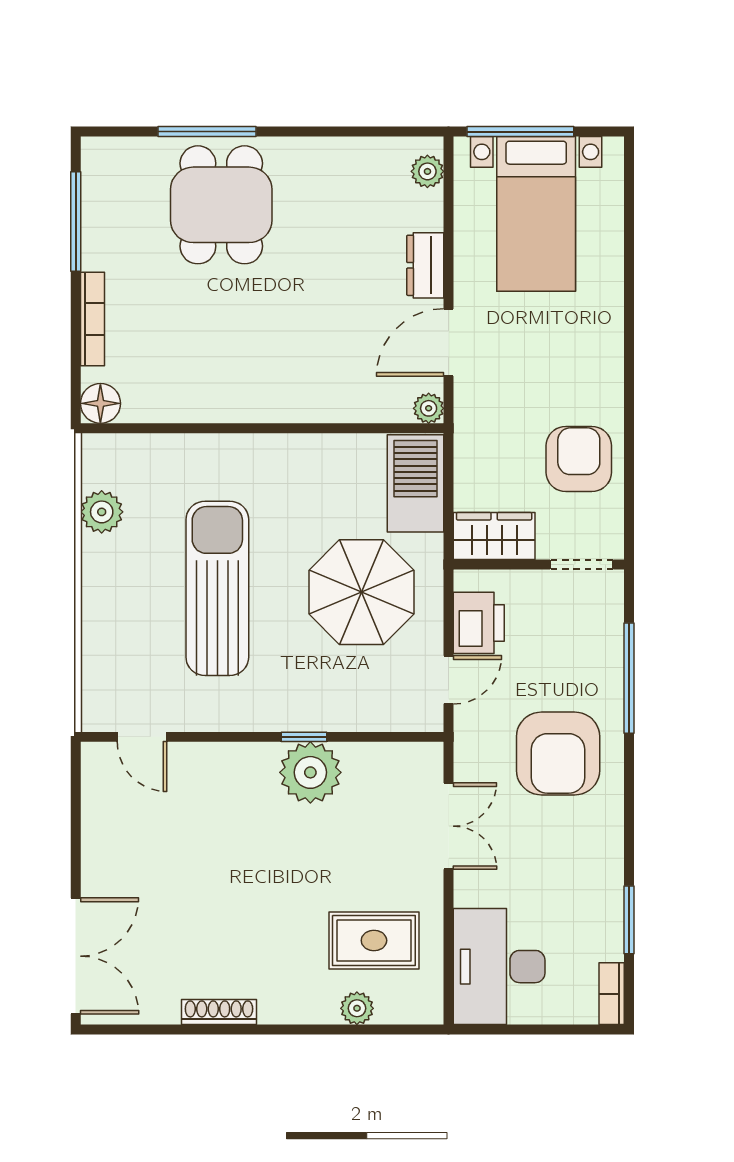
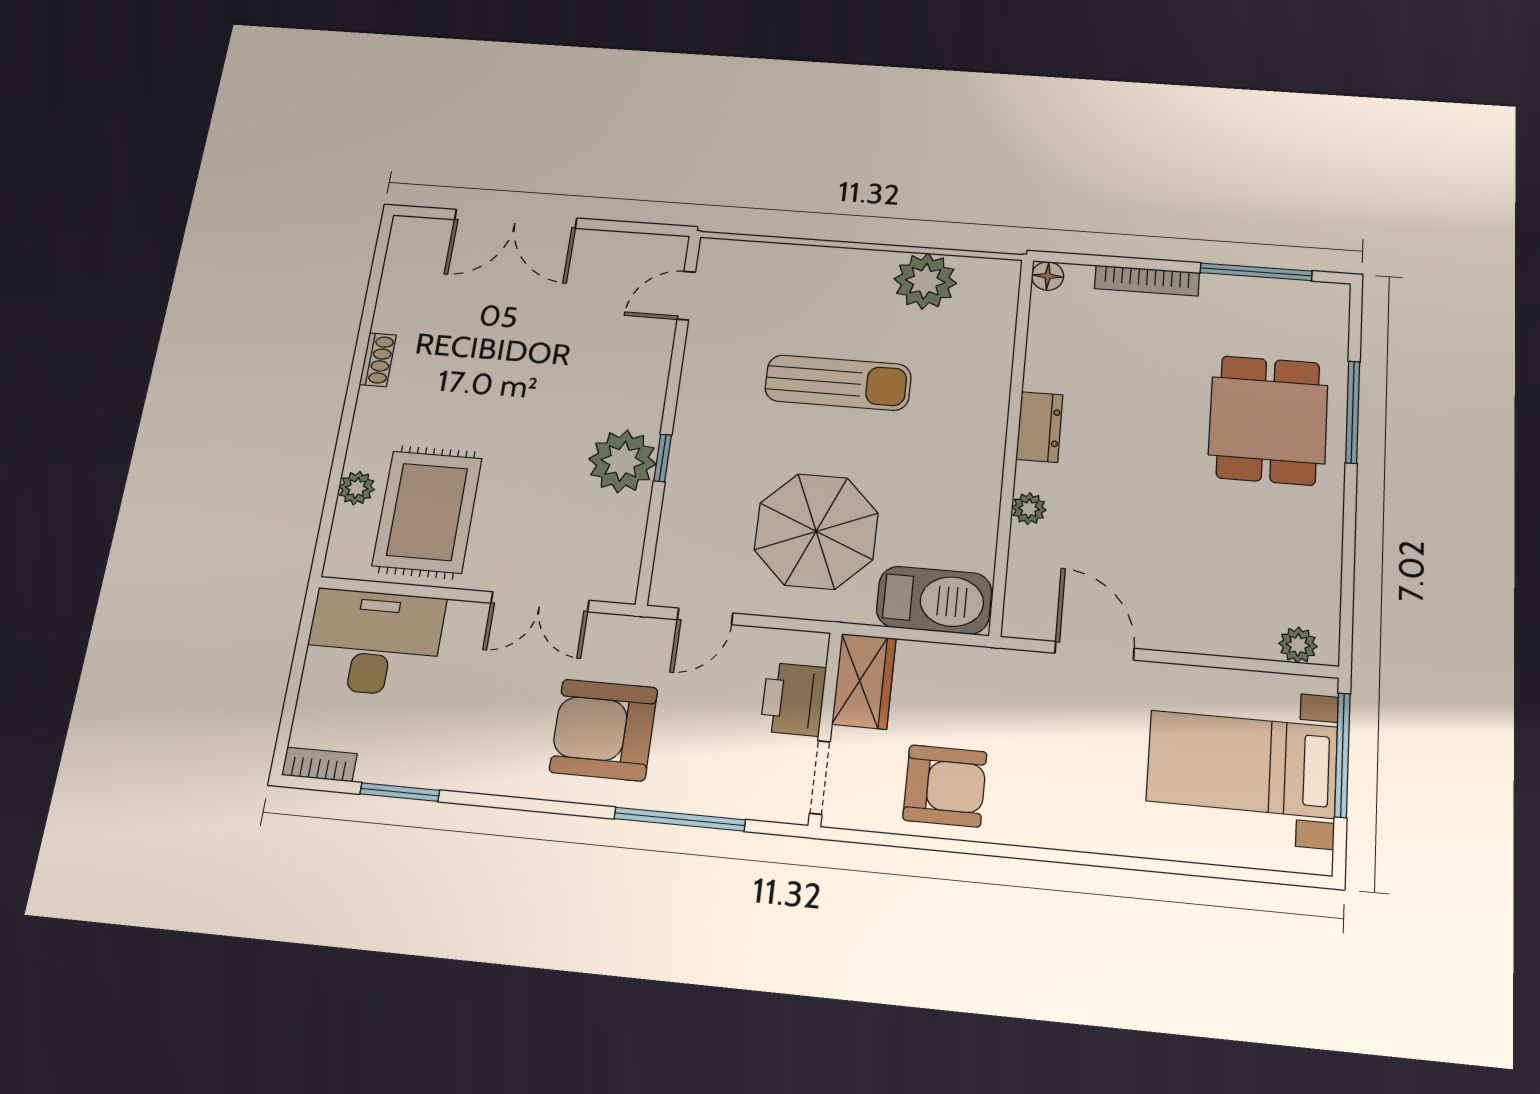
dining table: (221, 205) -> (1268, 420), turned 90
dresser: (425, 265) -> (1039, 427), moved, turned 90
floor lamp: (100, 403) -> (1048, 276), width x0.73, depth x0.73
plant: (429, 408) -> (1029, 509), moved
plant: (102, 512) -> (925, 281), width x1.36, depth x1.36
sun lounger: (217, 588) -> (838, 383), width x0.73, depth x0.75
printer: (479, 623) -> (793, 699), moved, turned 90
door: (449, 680) -> (705, 616), hinge flipped
rug: (374, 940) -> (427, 512), width x1.36, depth x1.43
double door: (76, 956) -> (516, 219), moved
shoe rack: (219, 1012) -> (378, 360), width x0.70

